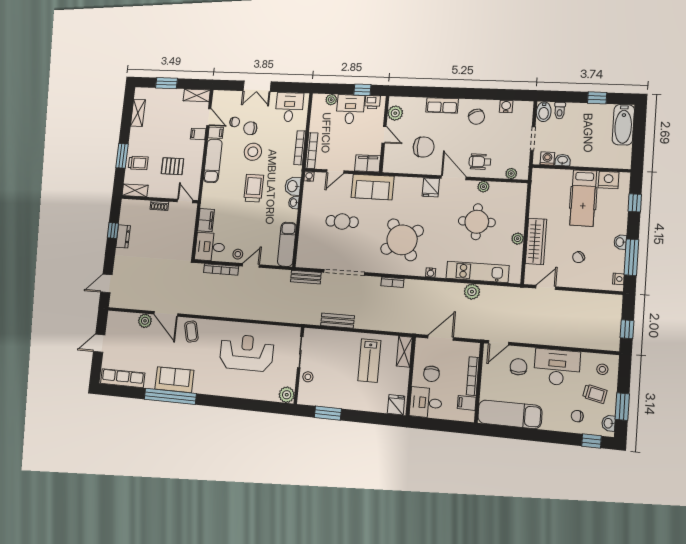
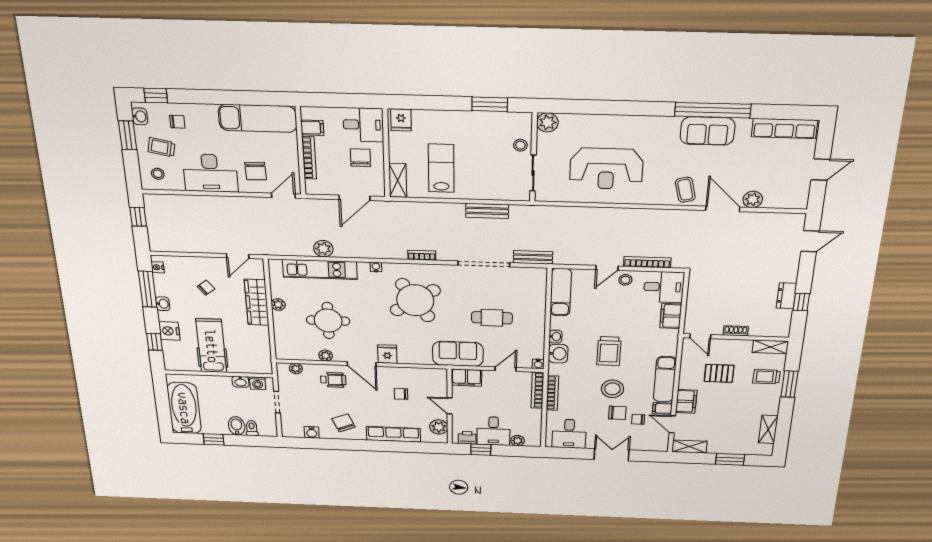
row of seats: (442, 105) -> (393, 434), width x1.48
bidet: (544, 112) -> (237, 426), moved
bathtub: (623, 125) -> (184, 408), width x1.36, depth x1.36
filing cabinet: (198, 134) -> (686, 401), width x2.00
chair: (424, 147) -> (401, 394), width x0.54, depth x0.54
nightstand: (609, 180) -> (169, 331), moved, turned 90

